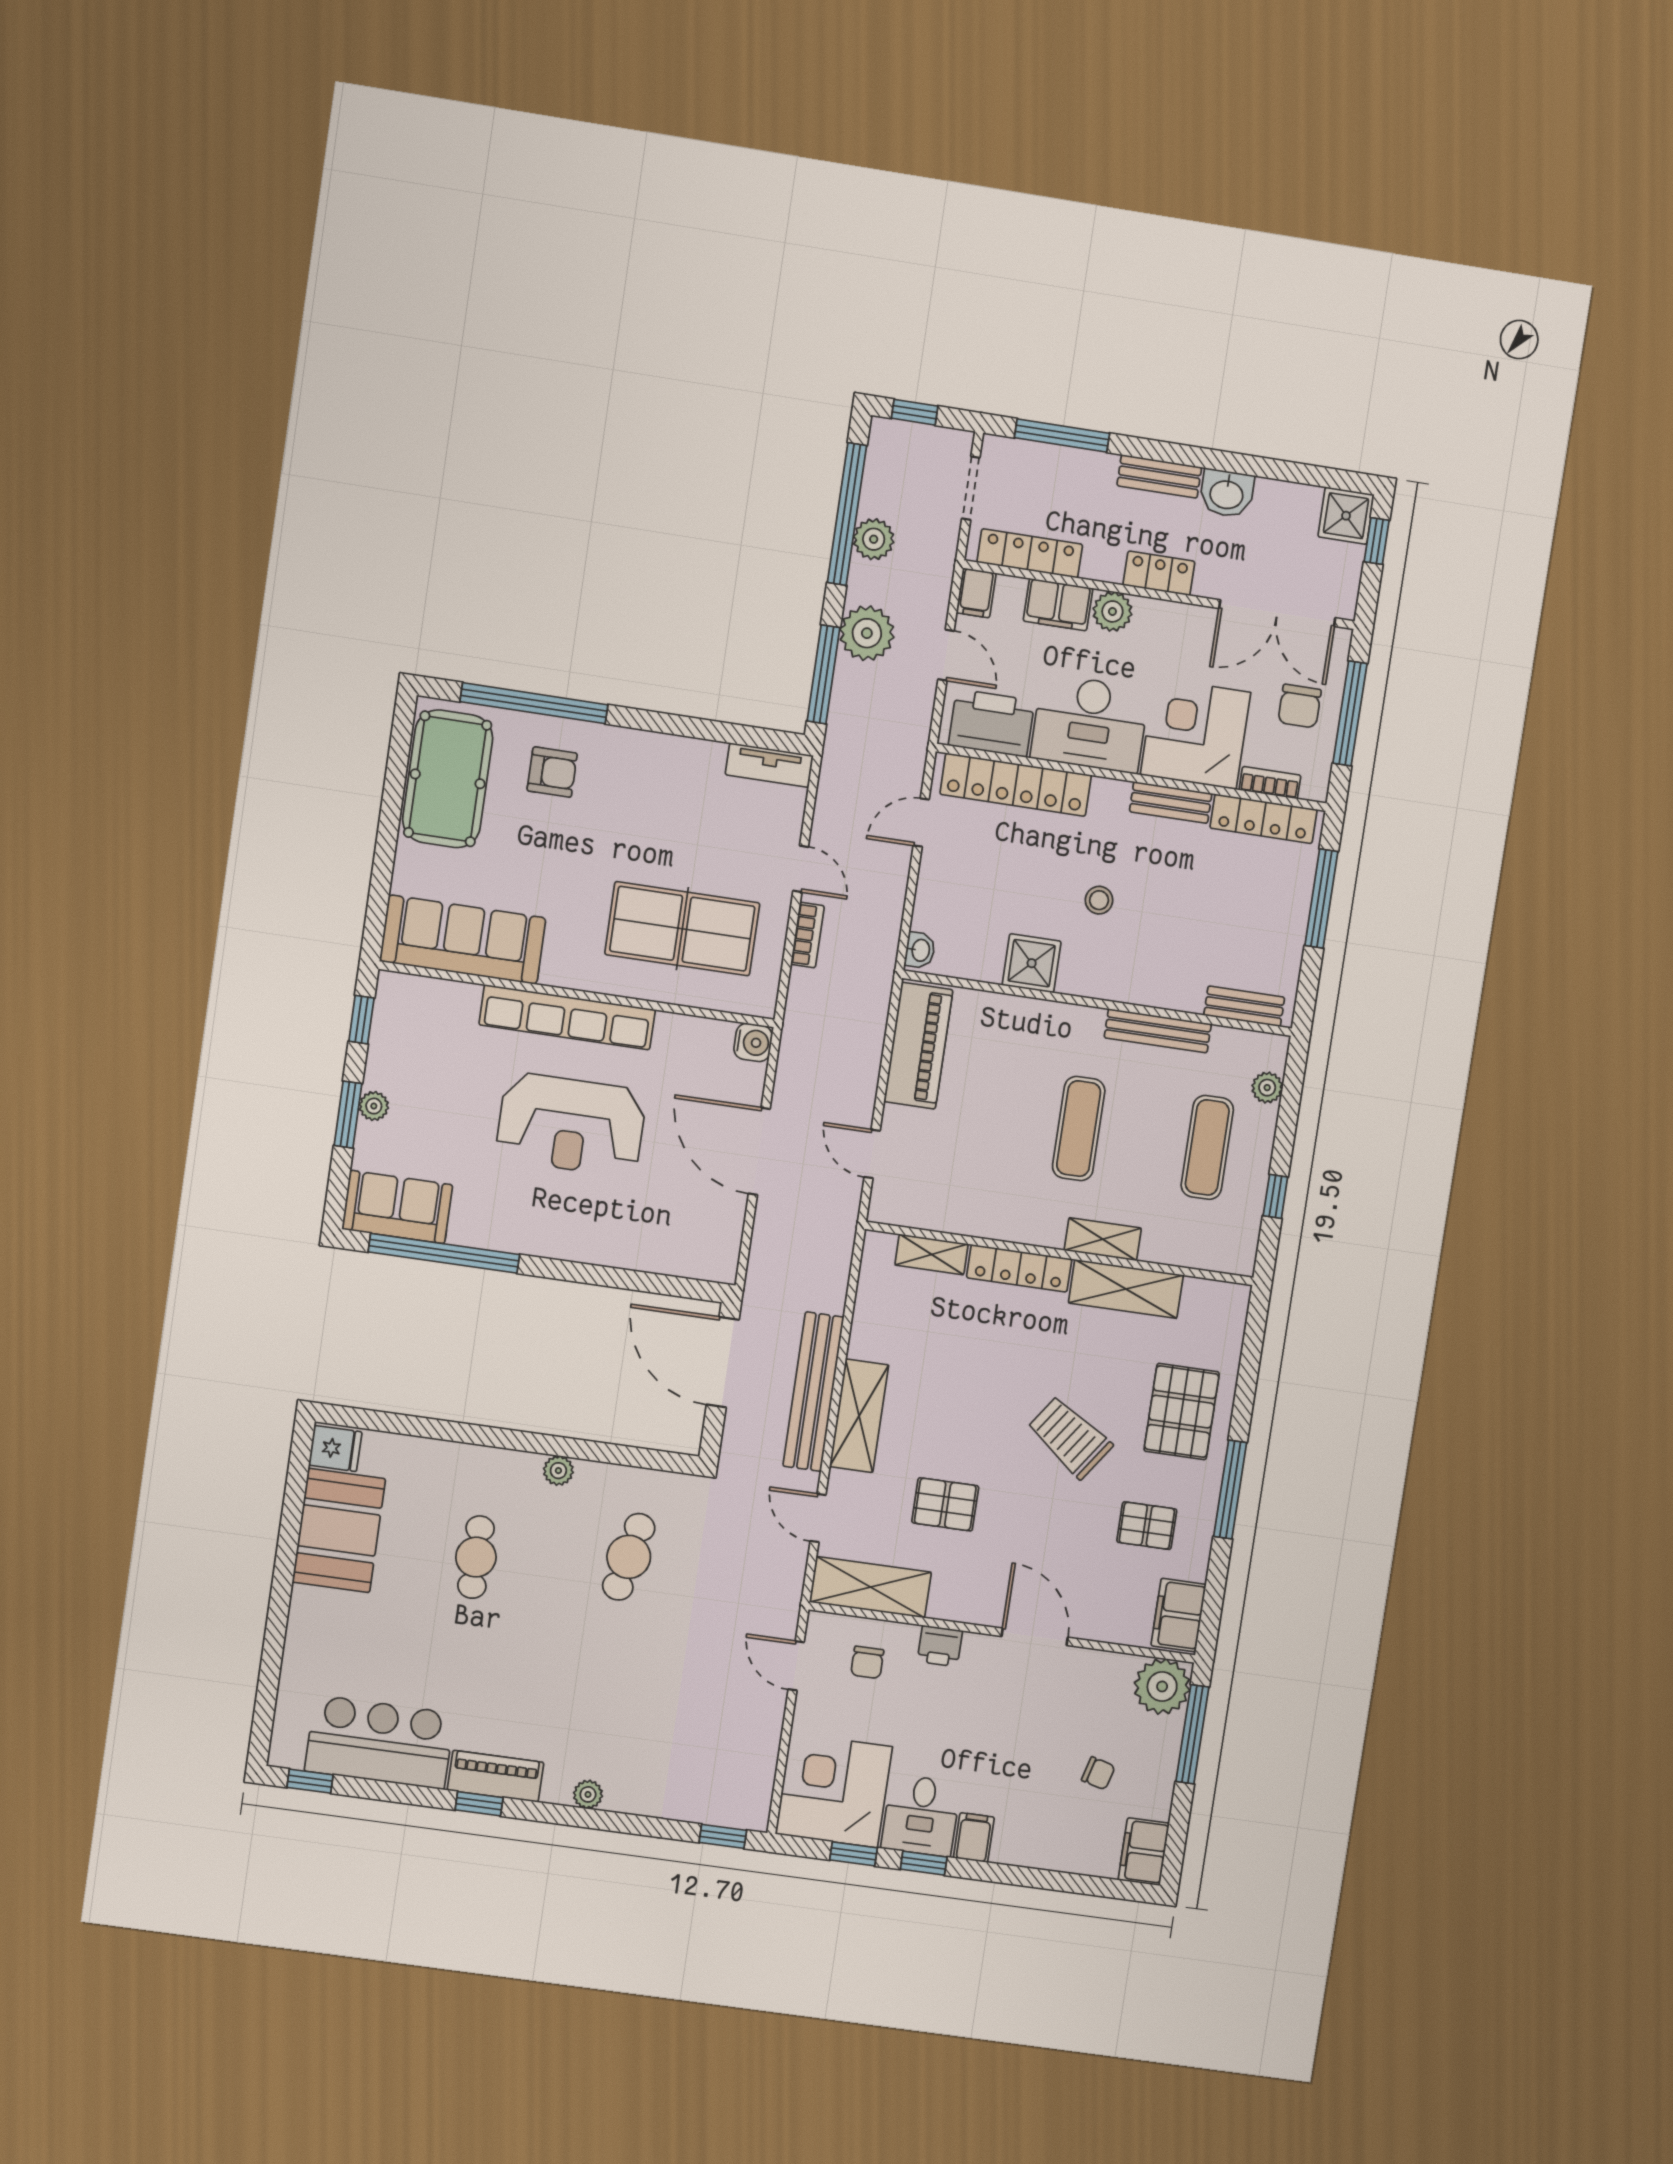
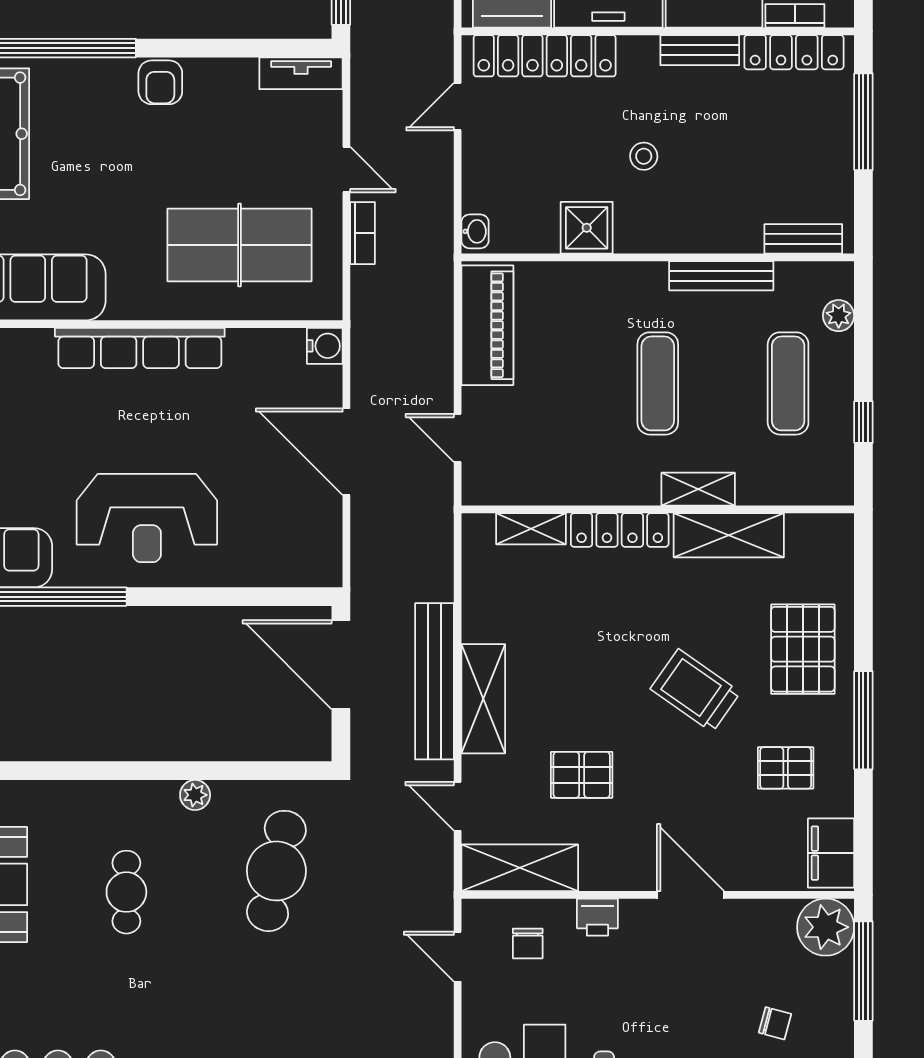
armchair: (552, 772) -> (160, 82), moved, turned 90
reception desk: (571, 1125) -> (147, 518), moved
cafe table: (629, 1557) -> (276, 871), width x1.37, depth x1.35

